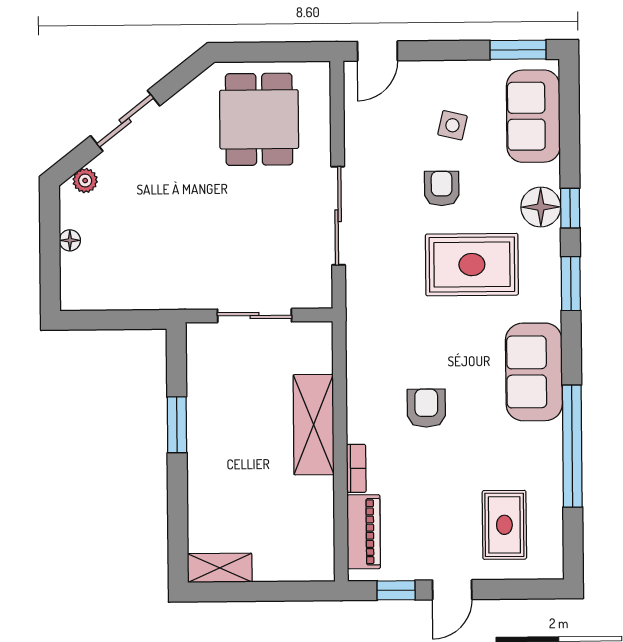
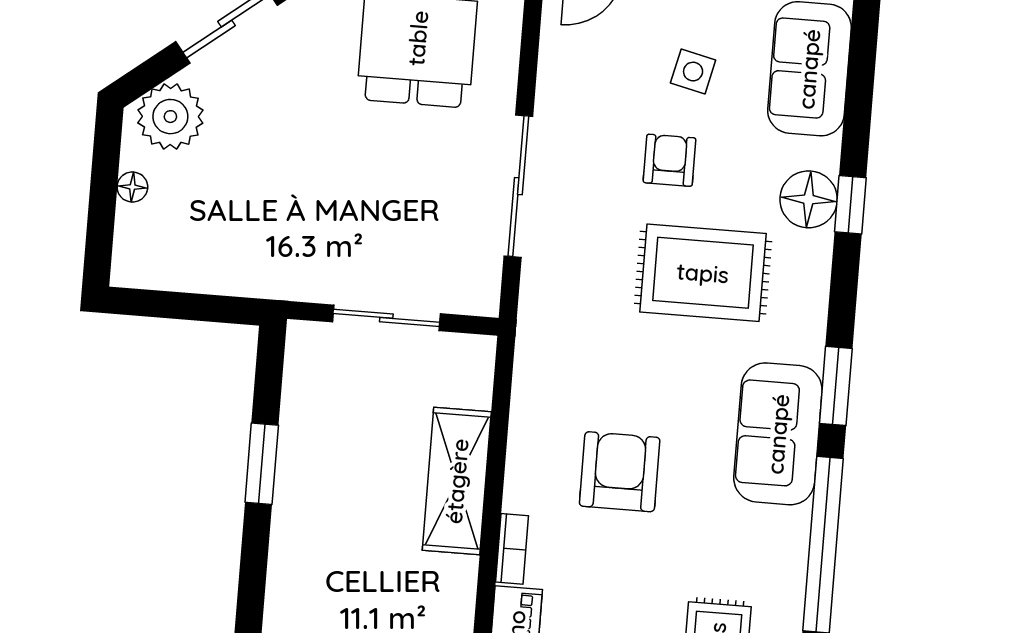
plant: (85, 181) -> (170, 117), width x1.87, depth x1.87
window: (571, 284) -> (836, 386), moved
armchair: (426, 408) -> (620, 472), width x1.38, depth x1.38

